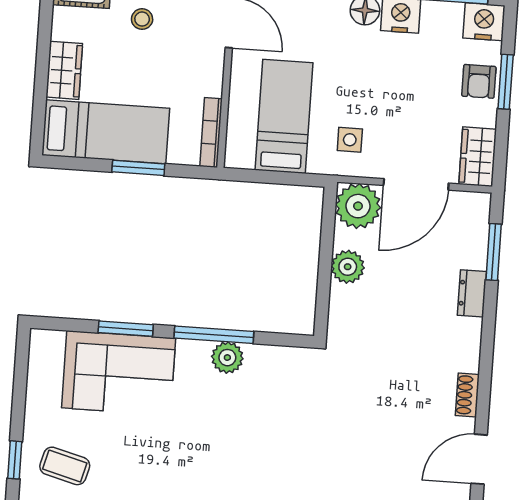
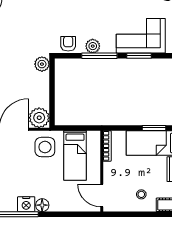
side table: (350, 140) -> (45, 147), width x1.87, depth x1.87
window: (138, 168) -> (154, 128), moved
plant: (348, 267) -> (42, 64), moved
armchair: (282, 367) -> (68, 44), added

